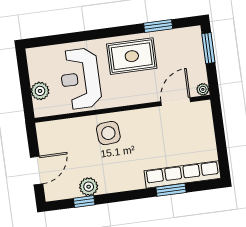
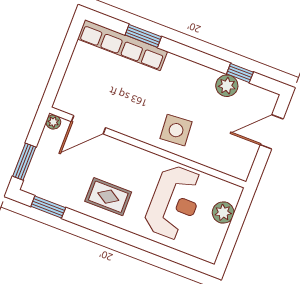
window: (158, 26) -> (48, 207), moved
rug: (132, 56) -> (108, 197), width x0.73, depth x0.70

